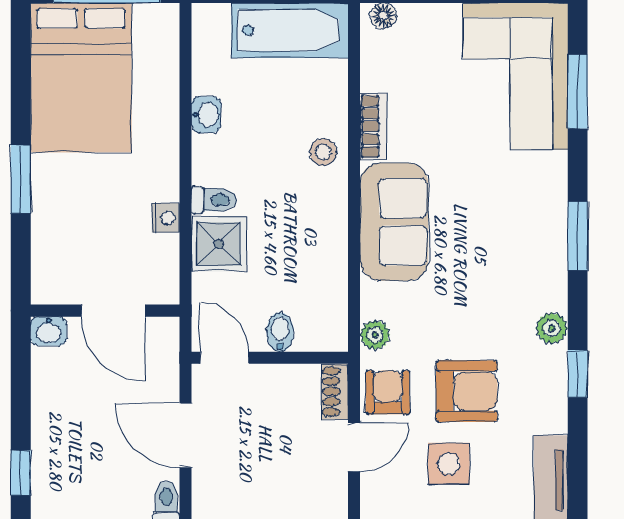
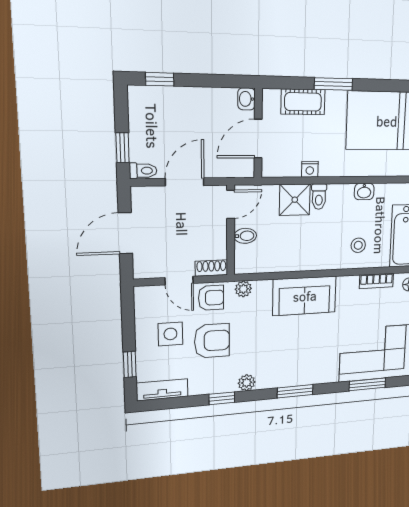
bookcase: (373, 126) -> (376, 281), moved
stool: (323, 152) -> (358, 245), moved
cot: (51, 233) -> (303, 102), added
armchair: (467, 391) -> (212, 341), turned -90

